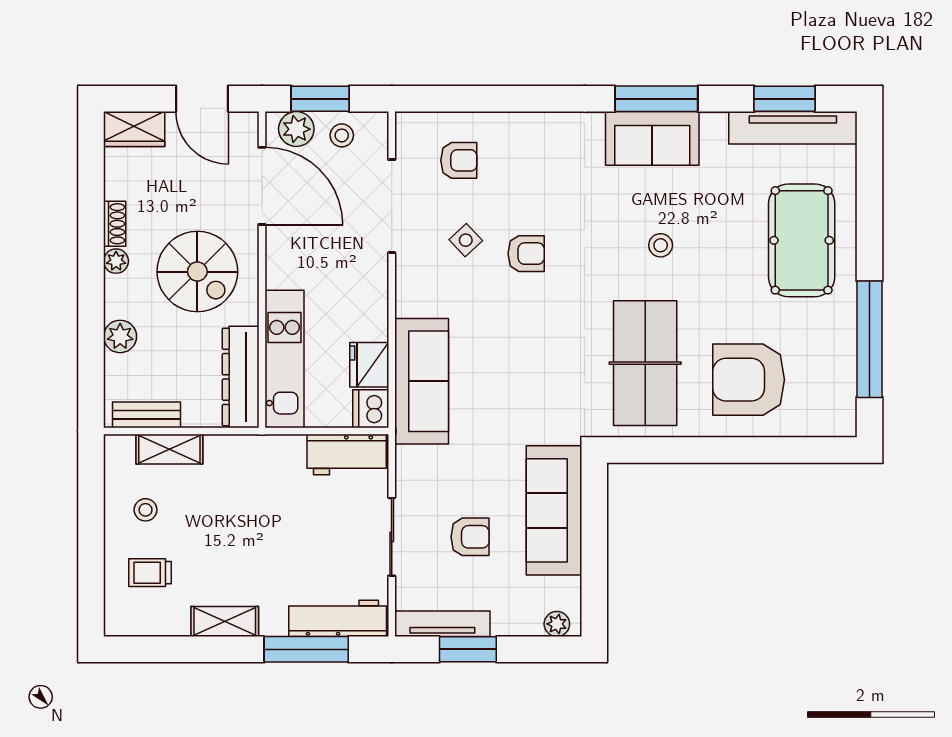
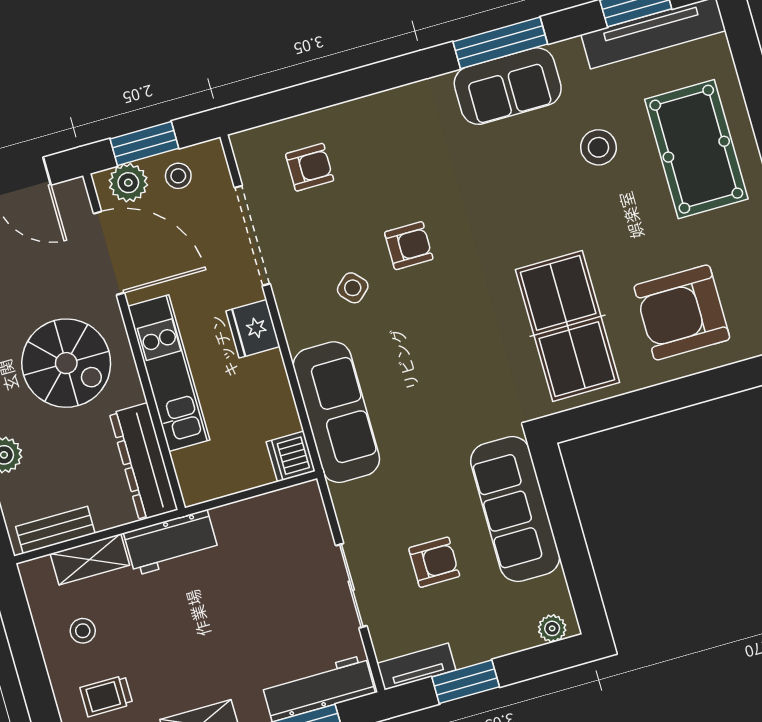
side table: (466, 240) -> (353, 288), moved
stool: (661, 245) -> (598, 147), moved, width x1.37, depth x1.37
kitchen unit: (285, 359) -> (169, 373), moved
fridge: (369, 365) -> (253, 329), moved
workbench: (347, 455) -> (171, 543), moved
tv unit: (442, 624) -> (416, 667), width x0.71

